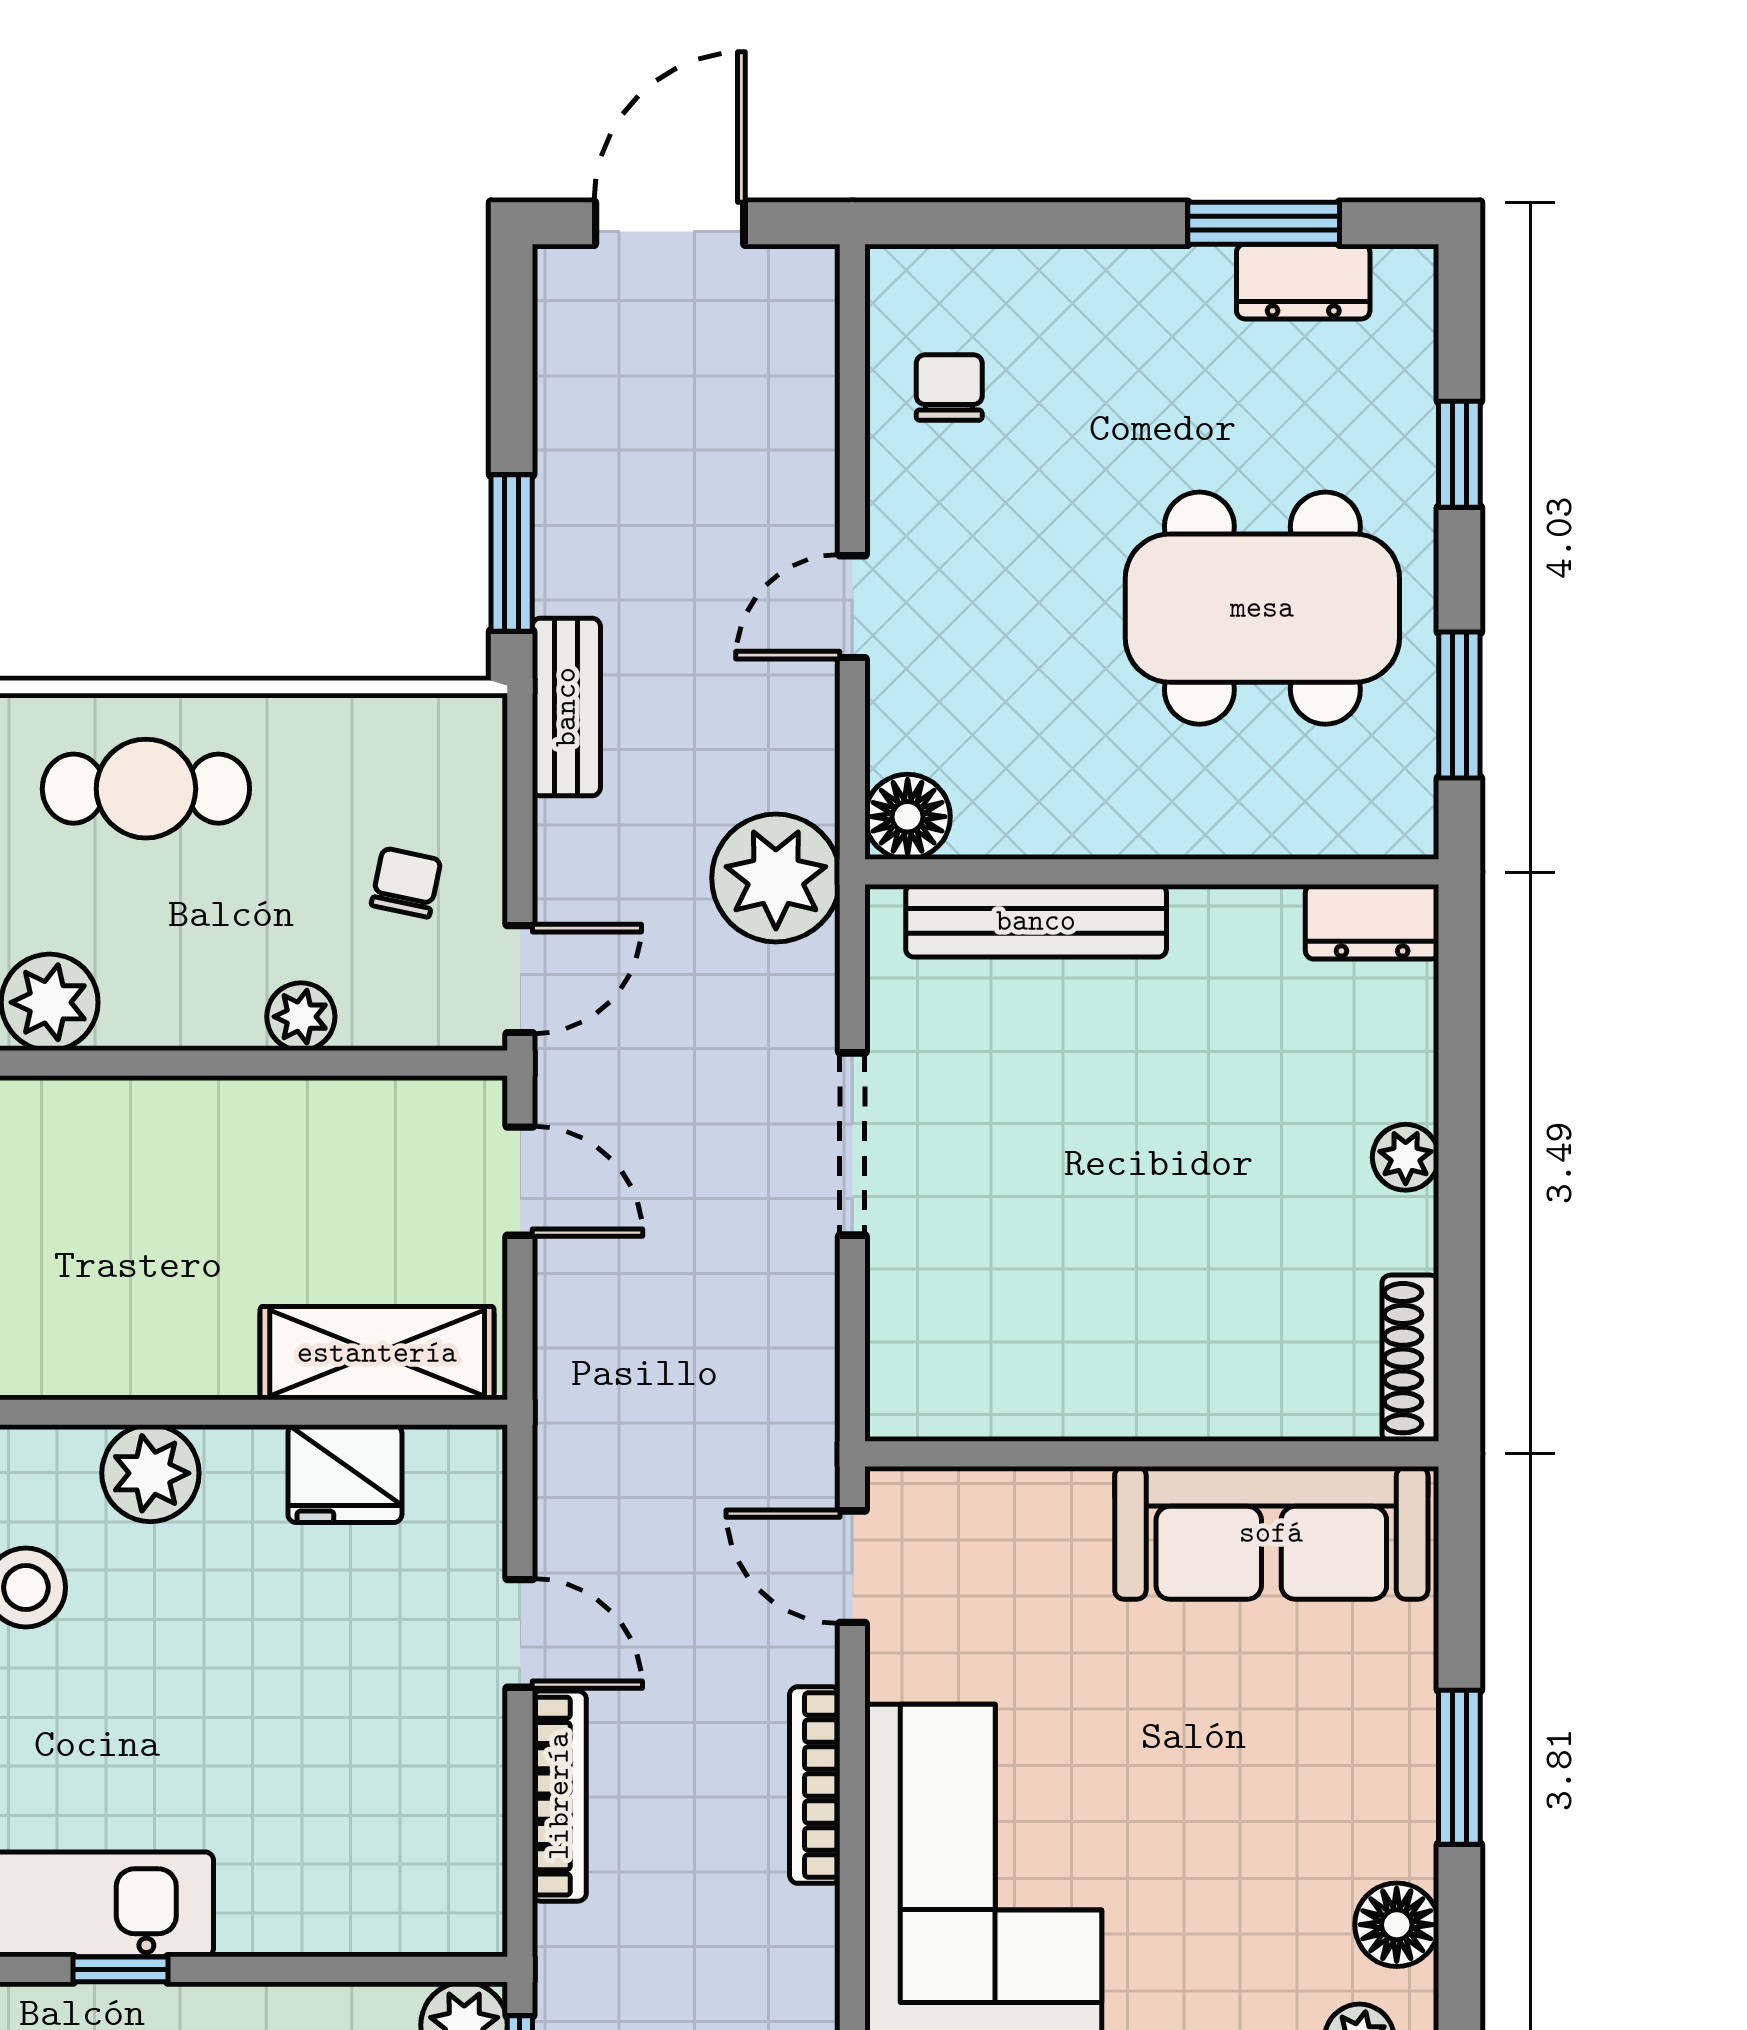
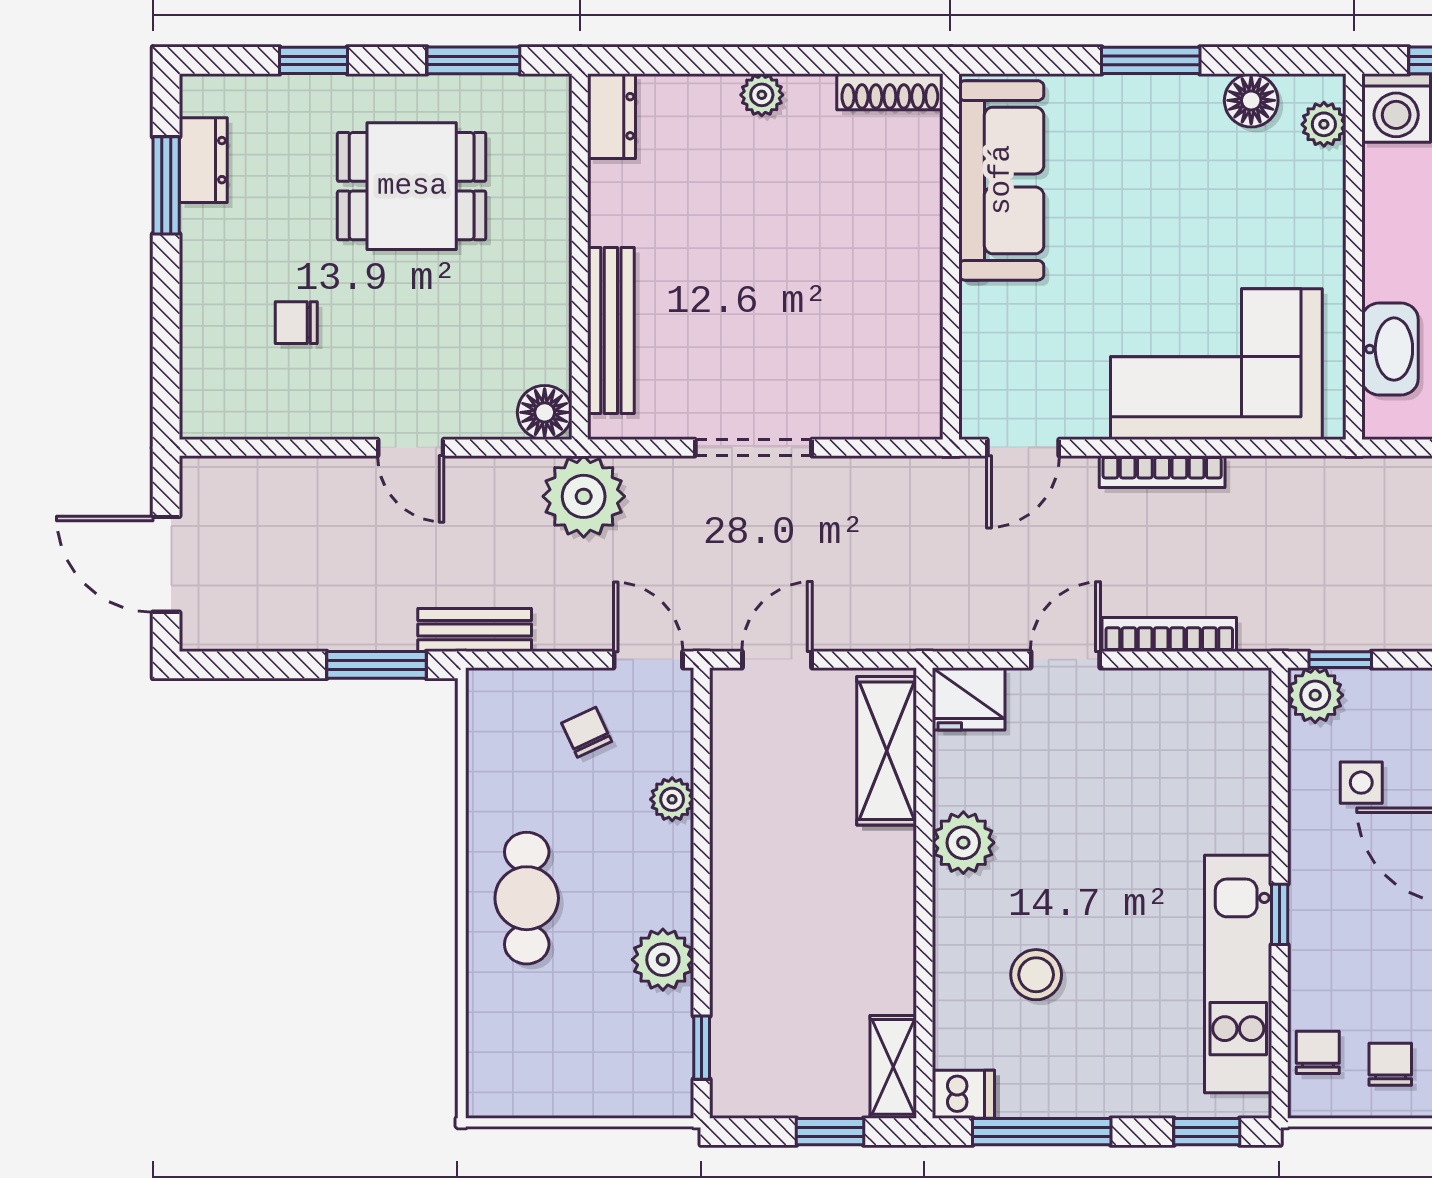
chair: (949, 388) -> (296, 323), moved
dining table: (1262, 608) -> (412, 186), width x0.73
chair: (406, 883) -> (587, 732), turned 53
plant: (150, 1473) -> (963, 843), moved
fridge: (345, 1474) -> (969, 699), moved, turned 90

